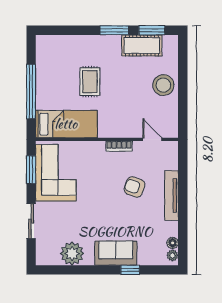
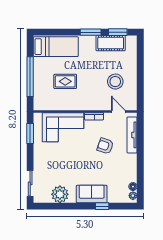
rug: (90, 82) -> (65, 81), moved, turned 90
stool: (163, 85) -> (115, 82), moved
bed: (66, 124) -> (56, 47), moved
corner sofa: (56, 173) -> (63, 127), moved, turned 90
tv unit: (171, 196) -> (132, 135), moved
sliding door: (31, 221) -> (30, 183), moved

